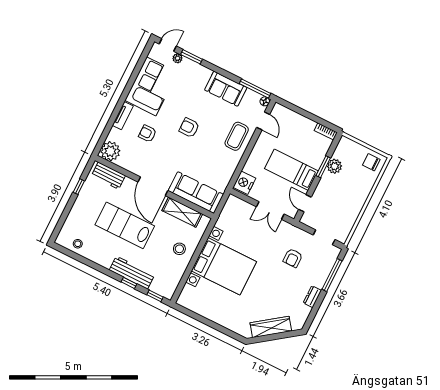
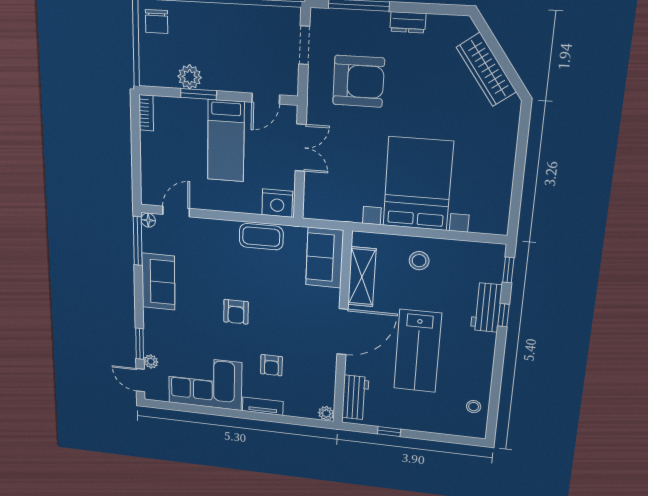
coffee table: (237, 136) -> (261, 237), moved
plant: (110, 151) -> (326, 413), width x0.53, depth x0.53
sofa: (196, 193) -> (324, 258), width x0.73
armchair: (293, 258) -> (359, 81), width x1.88, depth x1.88
workbench: (132, 273) -> (486, 308), width x0.73

